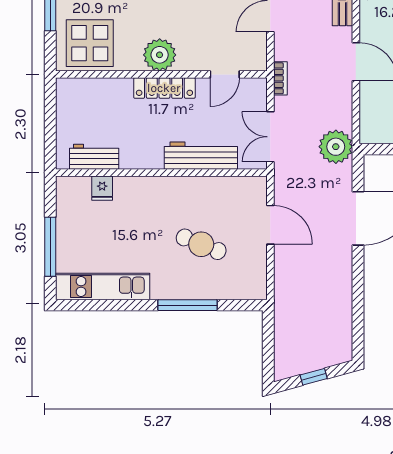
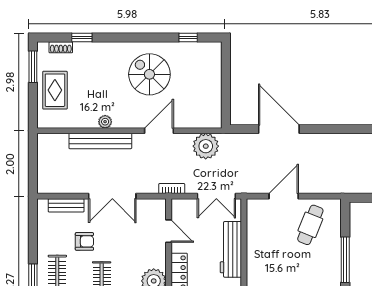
plant: (336, 147) -> (206, 146), moved
cafe table: (201, 244) -> (310, 225), moved

